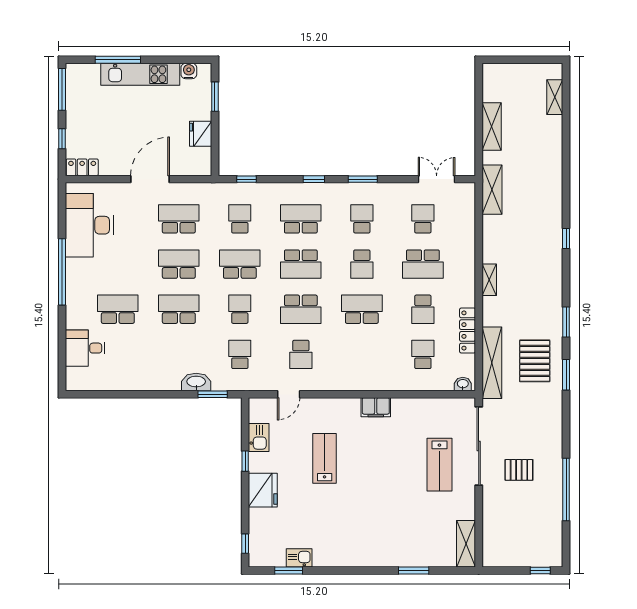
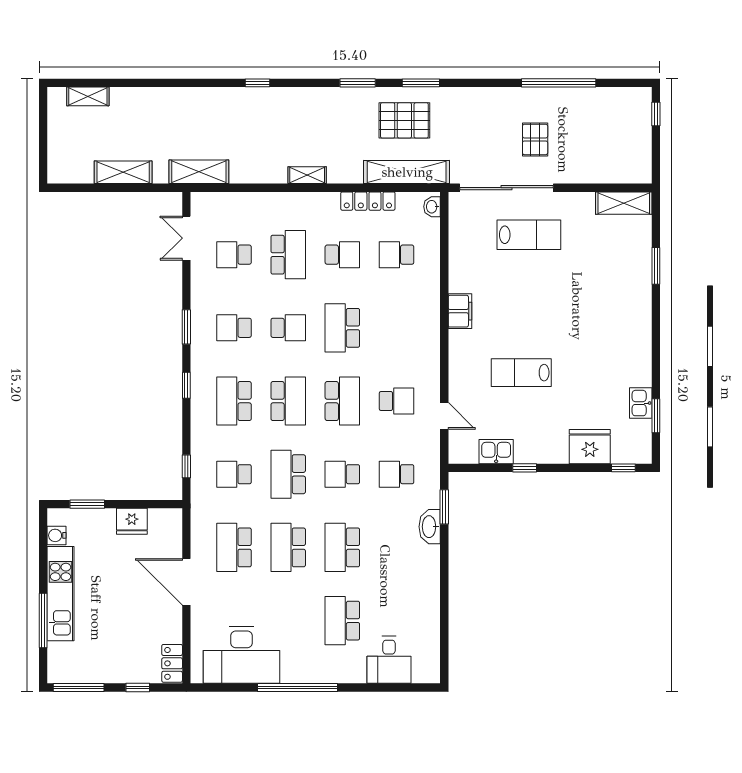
fridge: (263, 490) -> (590, 447), moved

